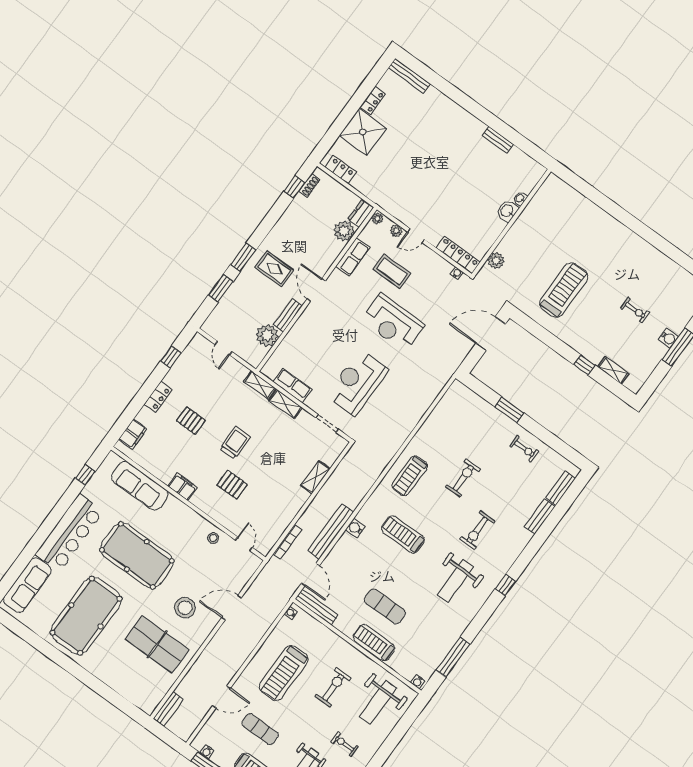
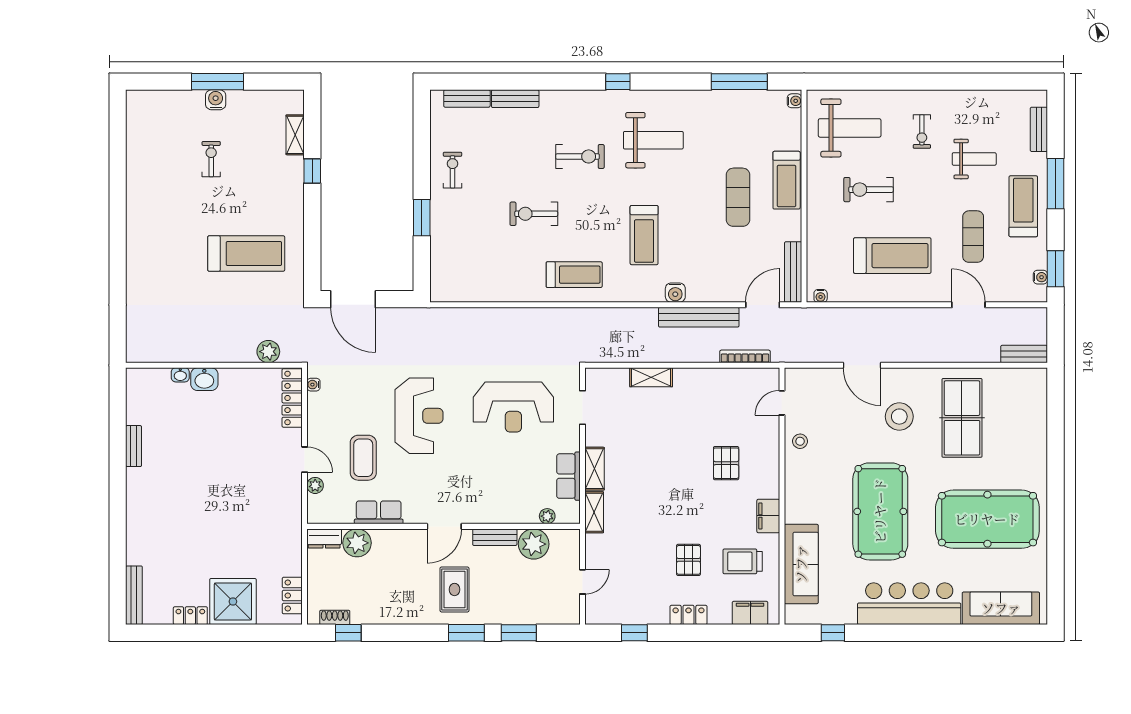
plant: (377, 218) -> (547, 516), moved
treadmill: (564, 290) -> (246, 254), turned 180
trolley: (235, 443) -> (743, 561), moved

